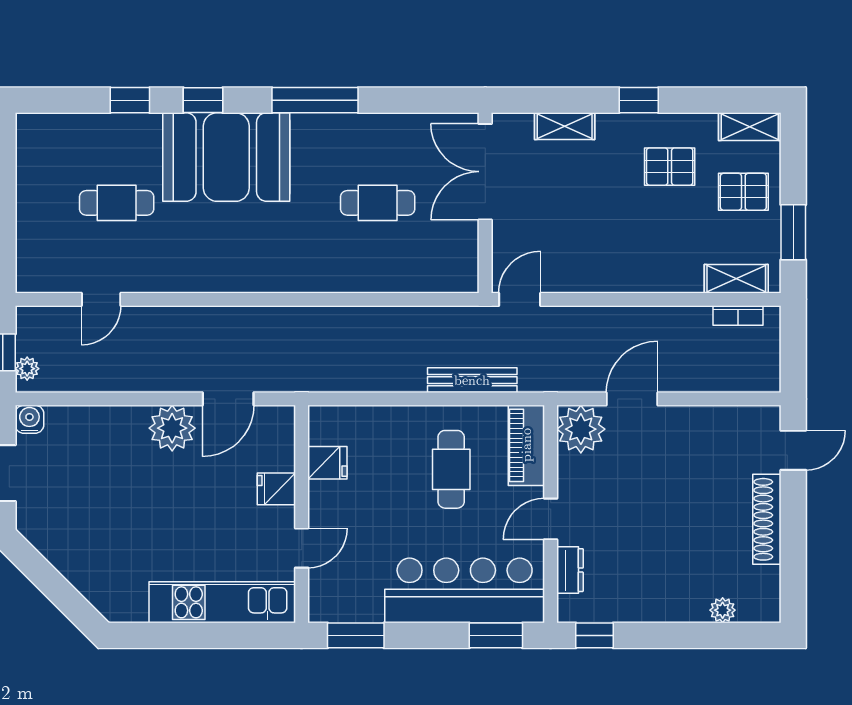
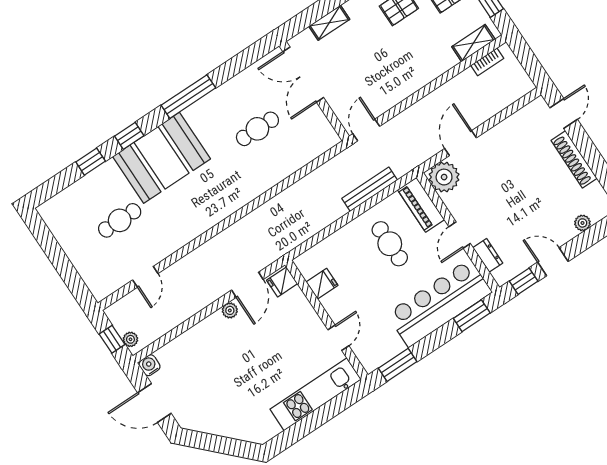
plant: (172, 428) -> (230, 310), width x0.53, depth x0.53
fridge: (276, 489) -> (282, 282), moved
door: (650, 635) -> (553, 262), added

